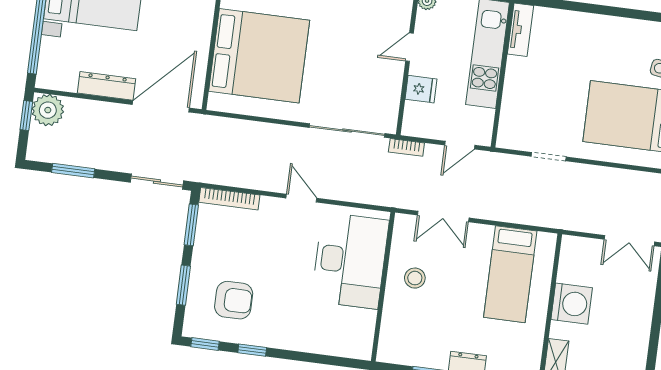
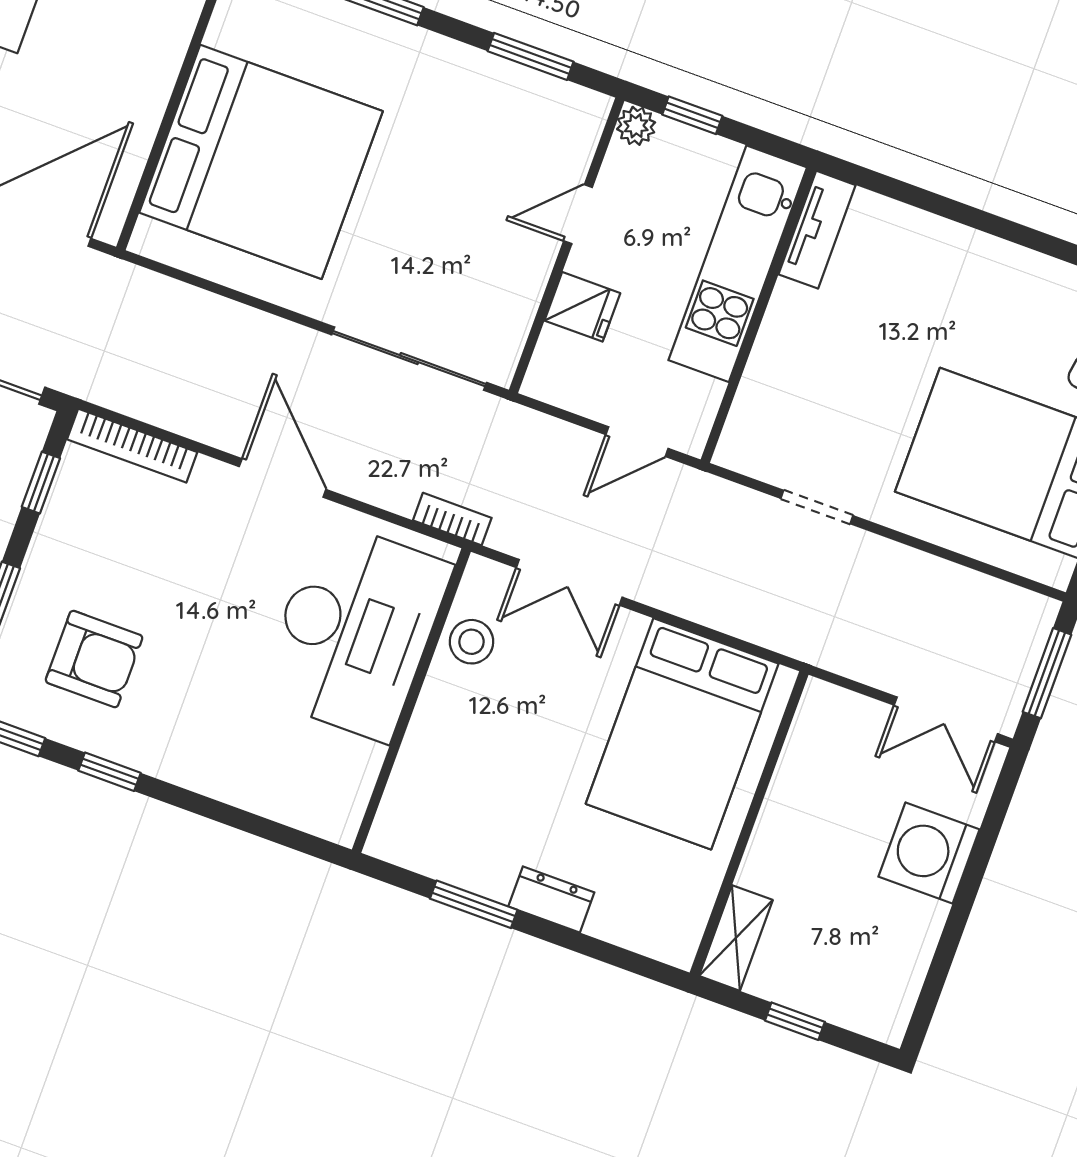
bookcase: (406, 147) -> (452, 519), moved, turned 180
door: (301, 198) -> (283, 478), width x1.38
window: (191, 225) -> (41, 483), width x0.67
bed: (510, 274) -> (682, 734), width x1.50
stool: (415, 278) -> (472, 642), moved
washing machine: (572, 304) -> (929, 853), moved, turned 180

